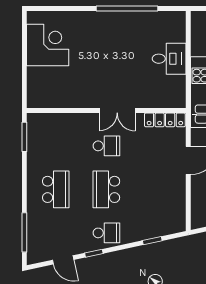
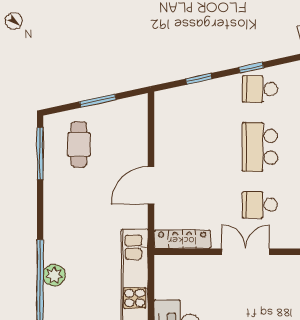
school desk: (106, 189) -> (260, 147), turned 180
window: (94, 253) -> (251, 68), moved

